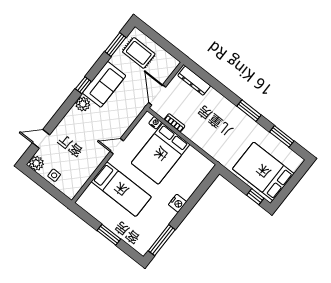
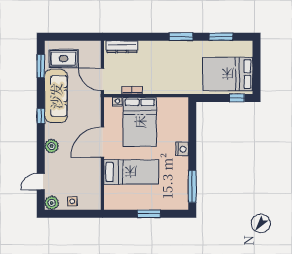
sofa: (104, 84) -> (56, 96), width x1.36
plant: (83, 104) -> (52, 146), moved
door: (117, 146) -> (102, 142), width x1.88

